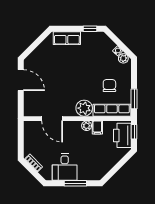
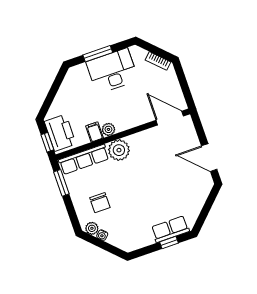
window: (90, 29) -> (169, 242), moved
chair: (109, 86) -> (100, 203), moved
door: (52, 119) -> (170, 118), moved
desk: (65, 167) -> (112, 71), width x1.37

